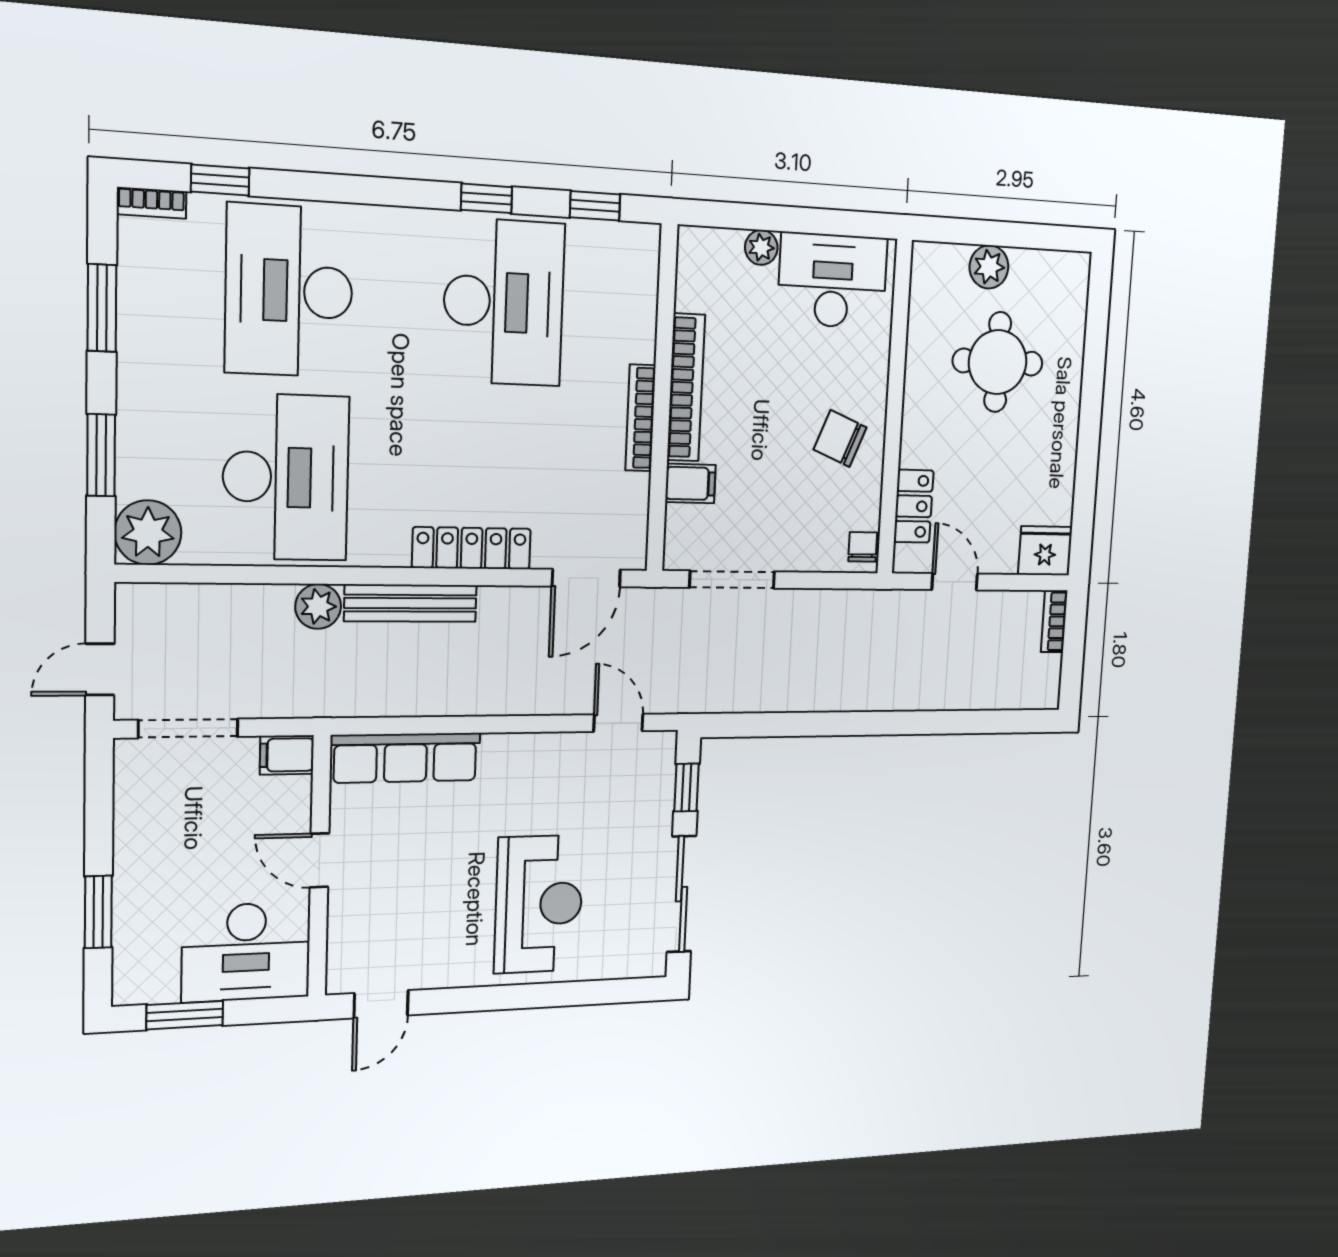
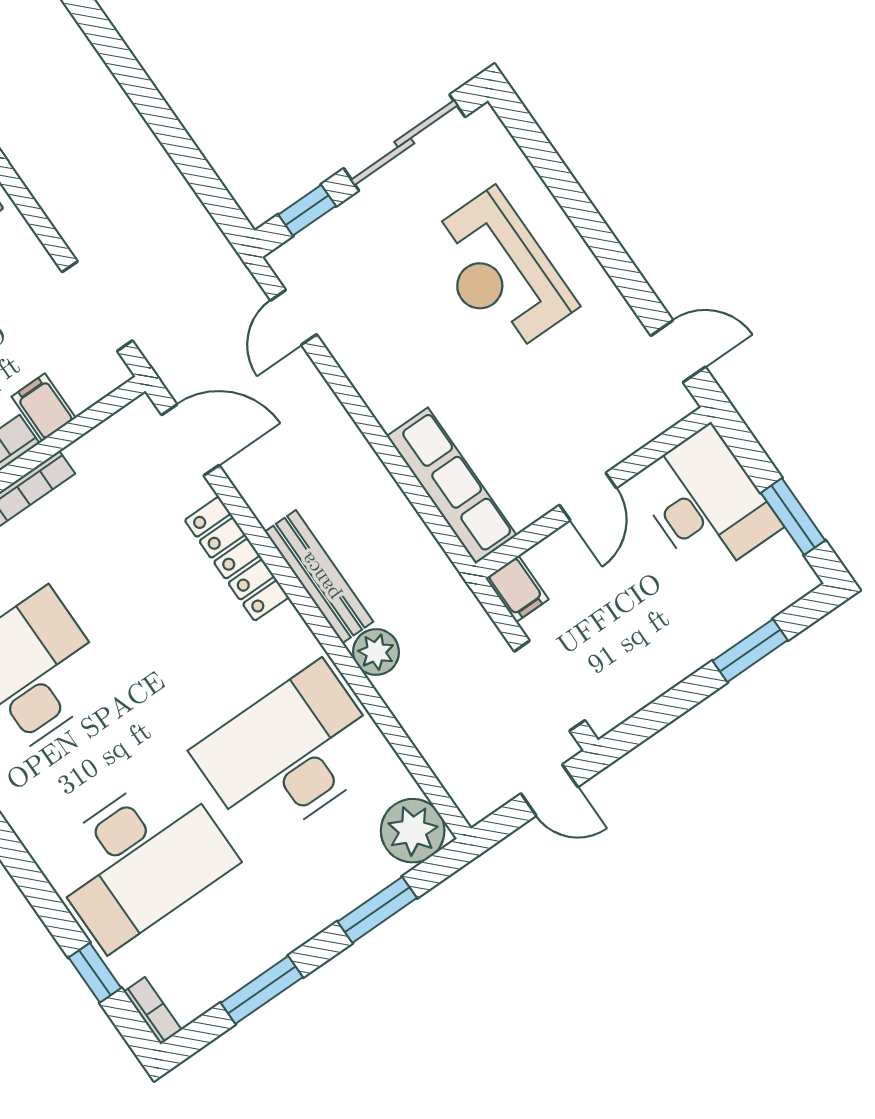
reception desk: (539, 904) -> (500, 272), turned -90

